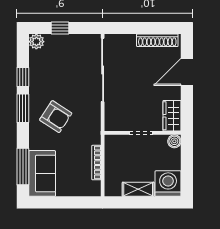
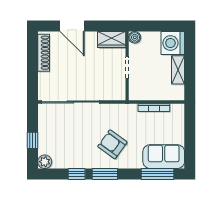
armchair: (56, 117) -> (112, 144), turned -87

